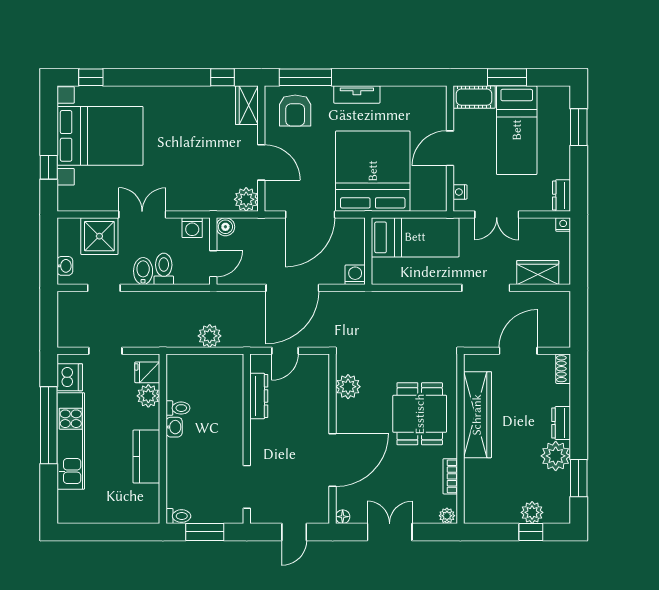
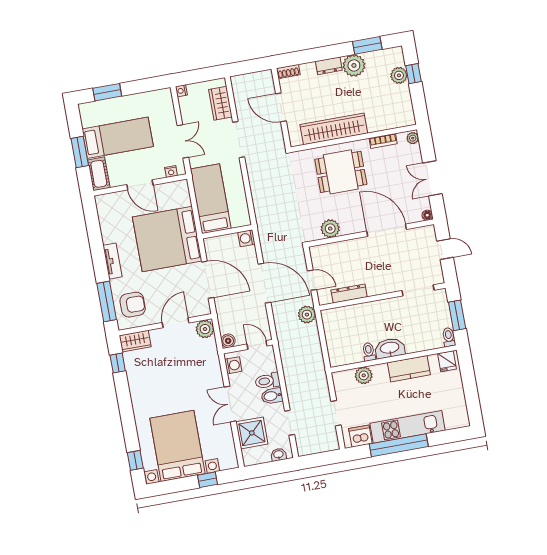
dresser: (561, 196) -> (160, 96), removed
plant: (210, 336) -> (307, 315), moved
fridge: (147, 372) -> (447, 361), moved
washbasin: (174, 427) -> (390, 348), width x1.91, depth x1.45

